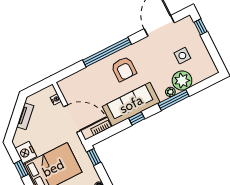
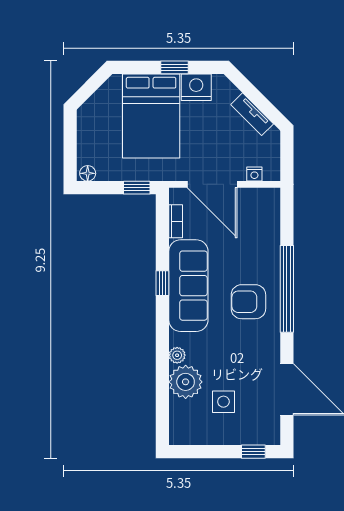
window: (174, 100) -> (162, 354), removed
door: (72, 119) -> (212, 184), hinge flipped

